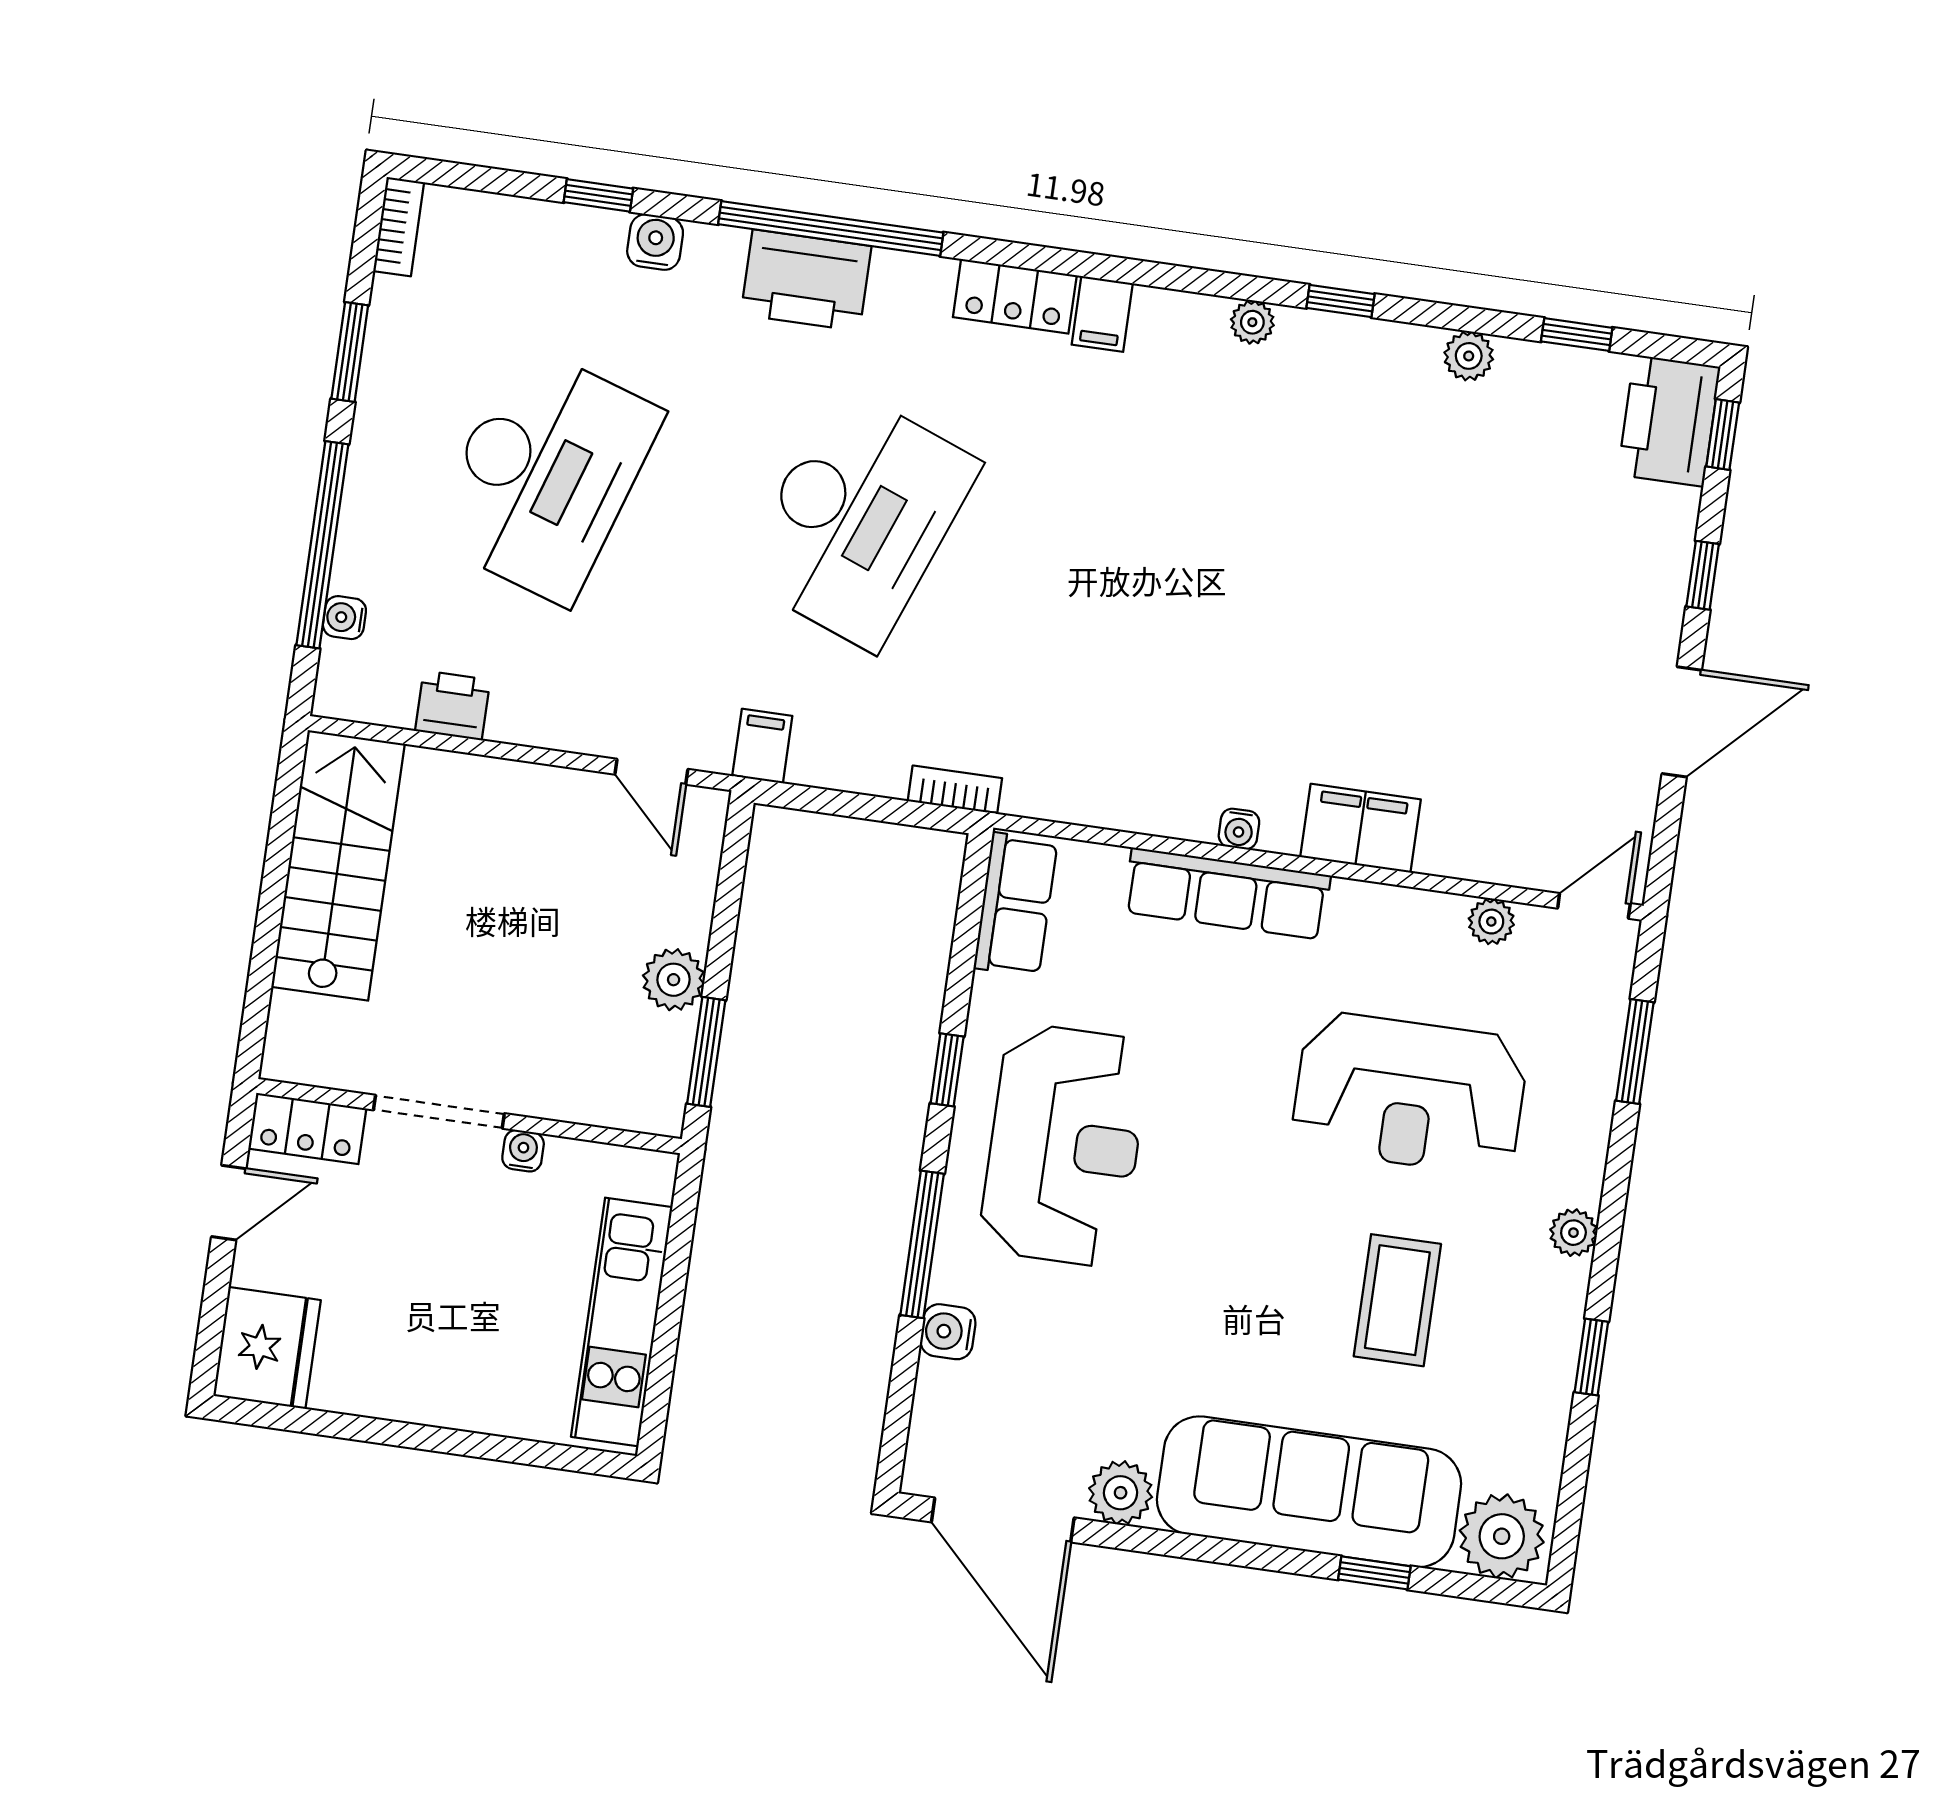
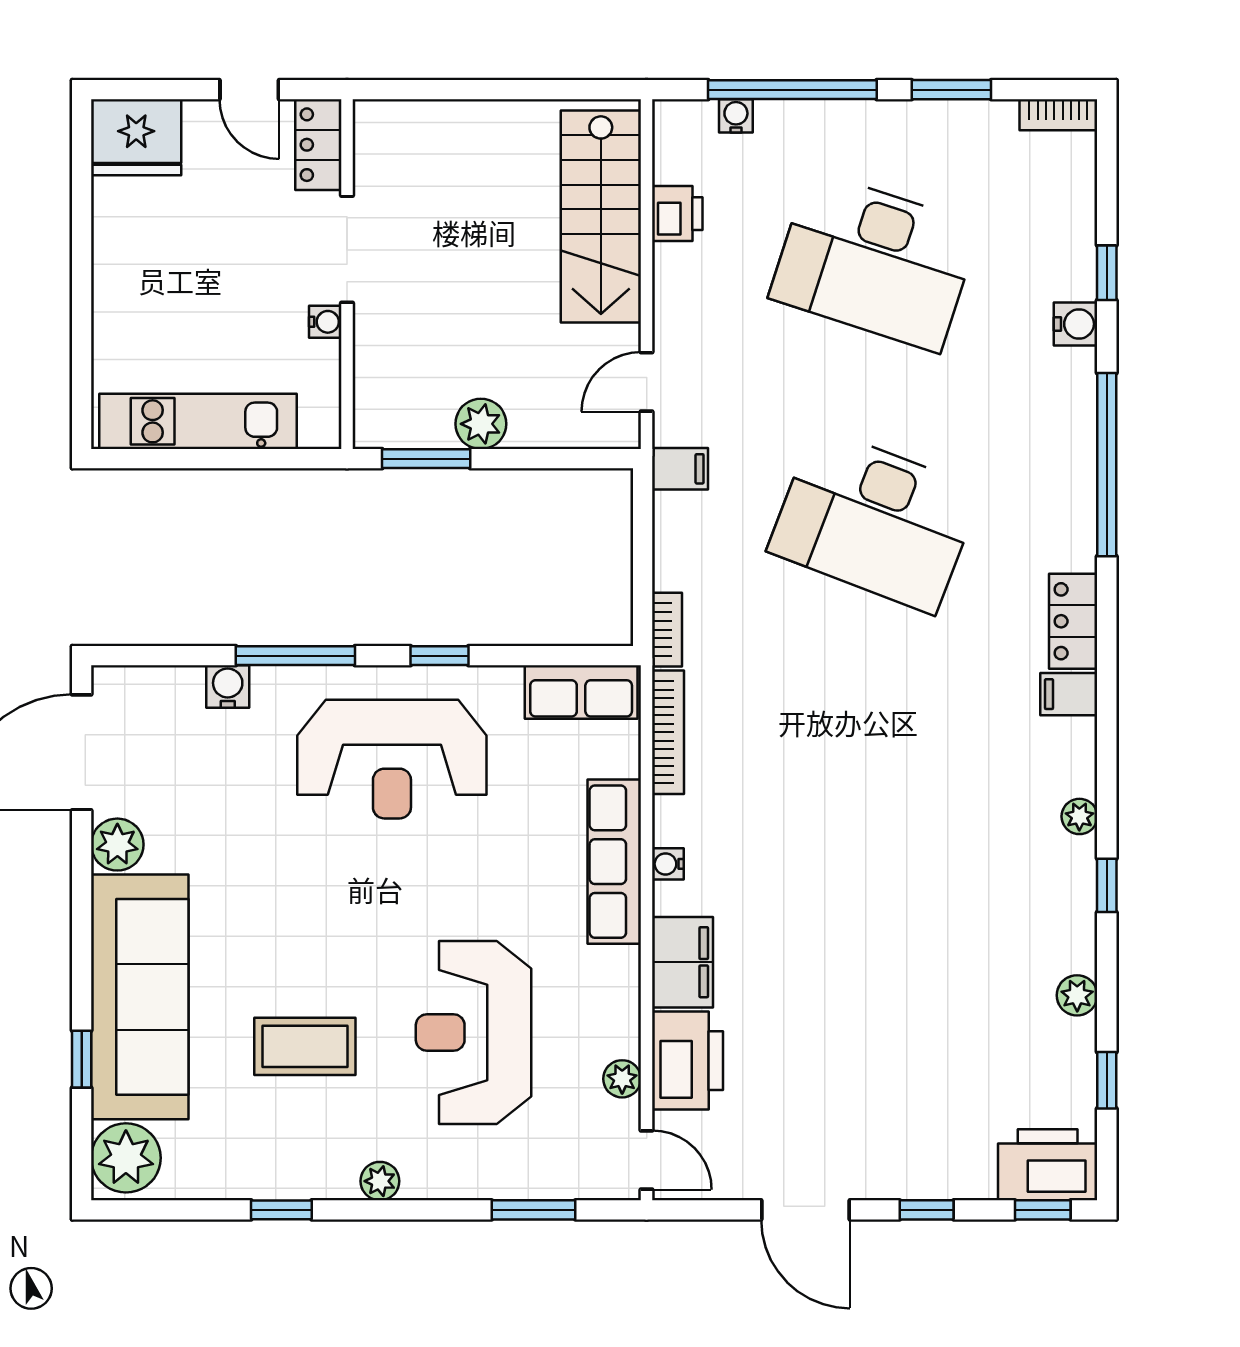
printer: (806, 280) -> (688, 1061), moved, turned 180
bookcase: (1079, 806) -> (668, 732), added
stairs: (338, 865) -> (601, 217), moved, turned 90

